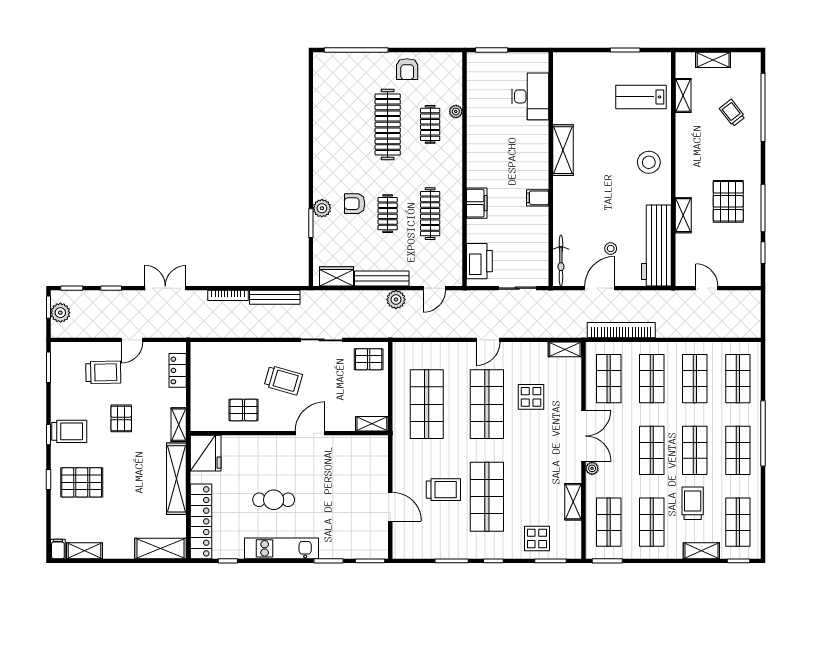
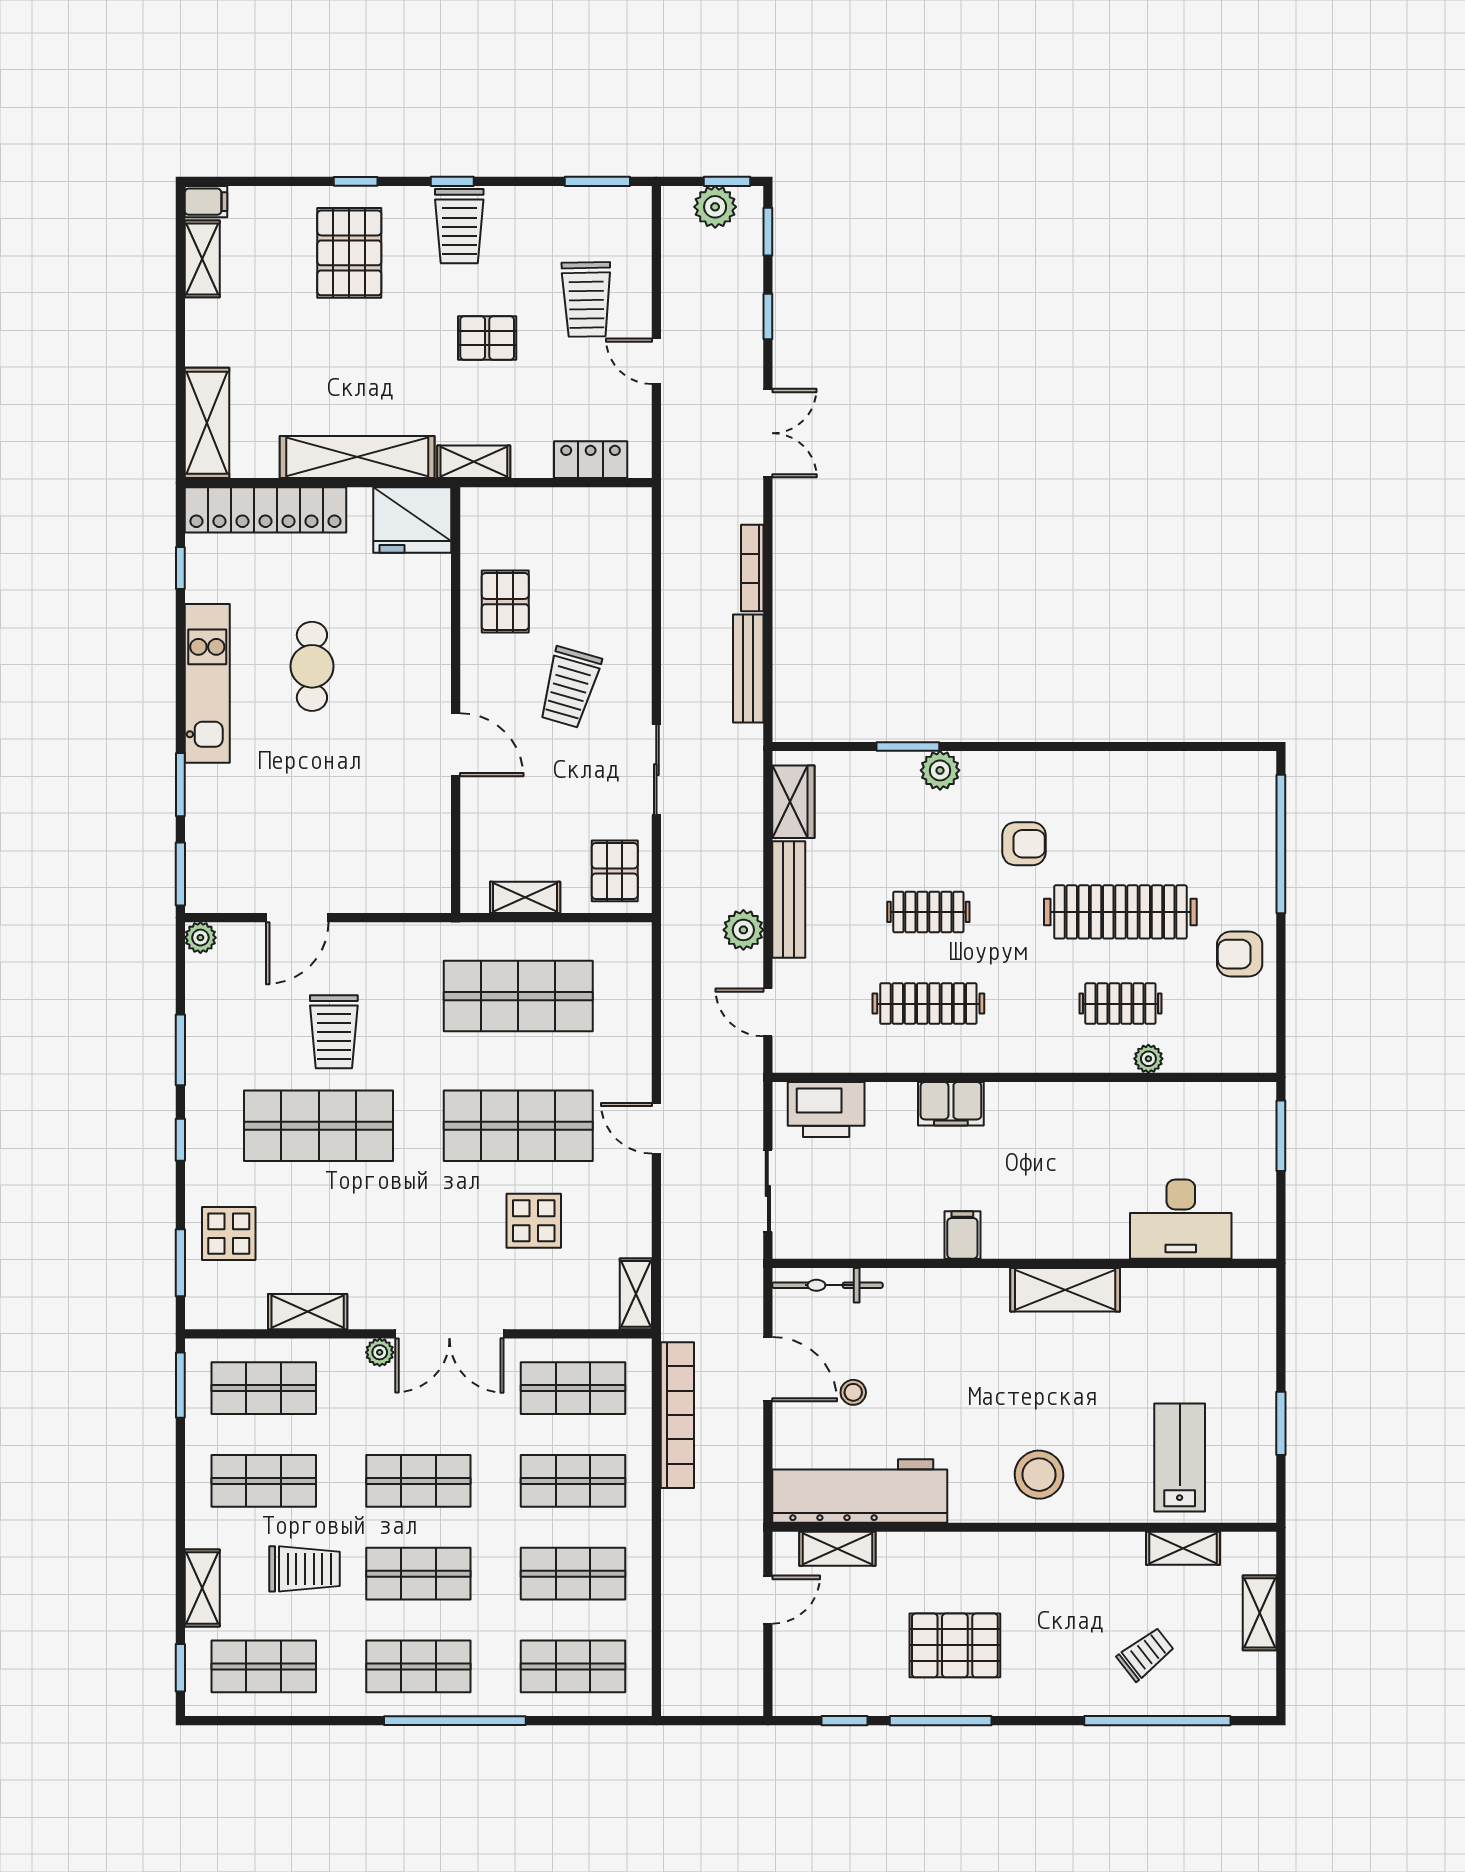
armchair: (355, 204) -> (1024, 844), moved, turned 90
shelving: (683, 215) -> (837, 1549), moved
shelving: (372, 424) -> (525, 897), moved, turned 90
plant: (400, 552) -> (200, 938), added

